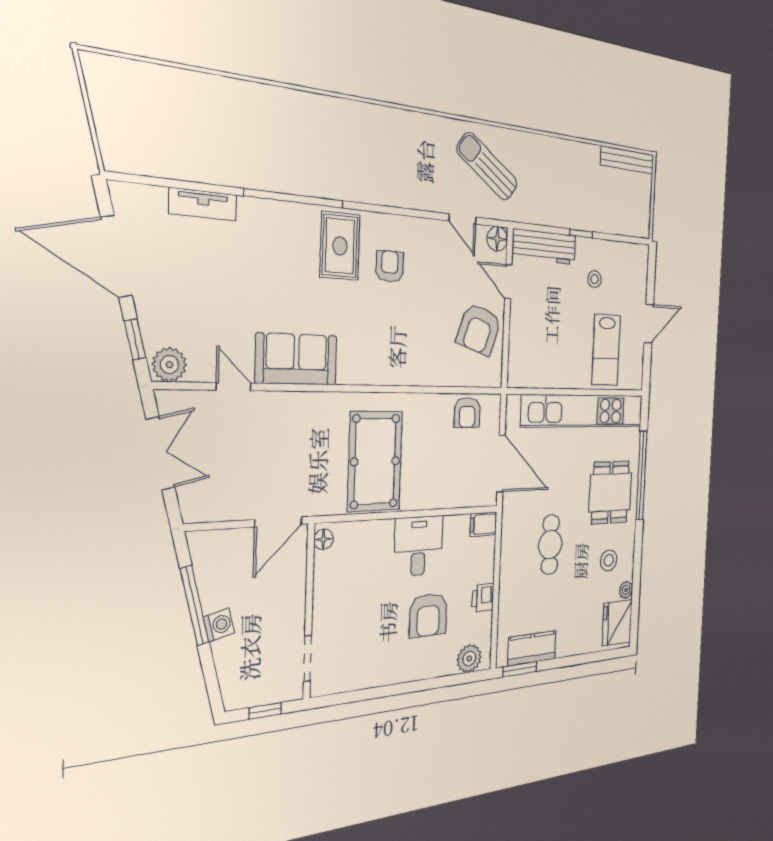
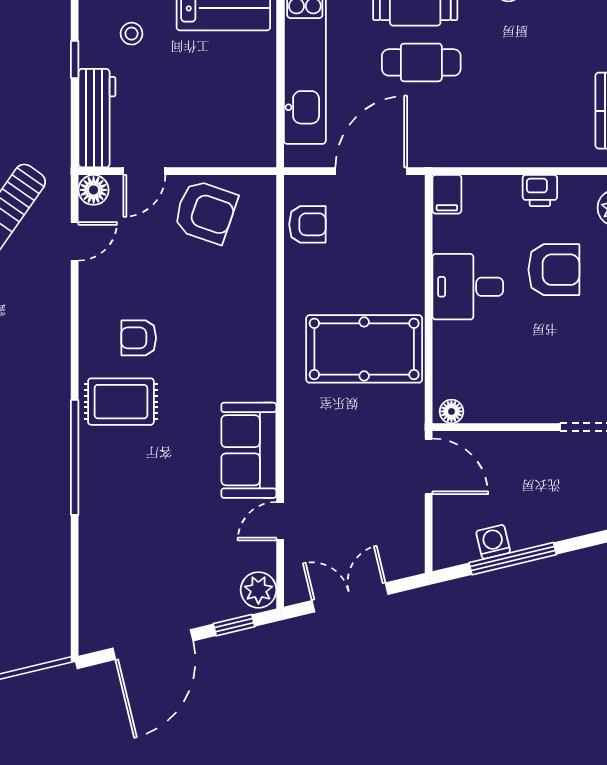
tv unit: (203, 204) -> (92, 558), removed
cafe table: (550, 545) -> (421, 62), moved
washing machine: (219, 625) -> (493, 542), moved

